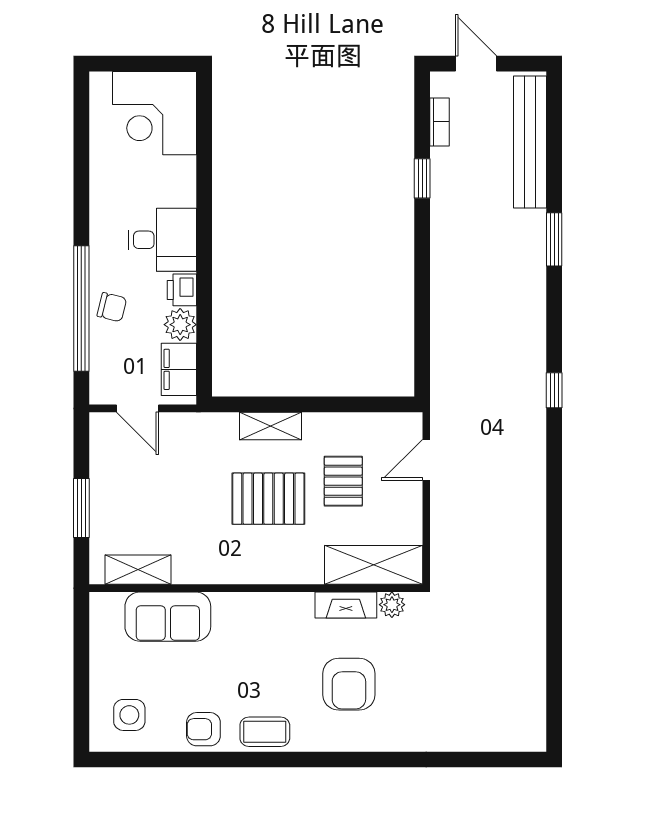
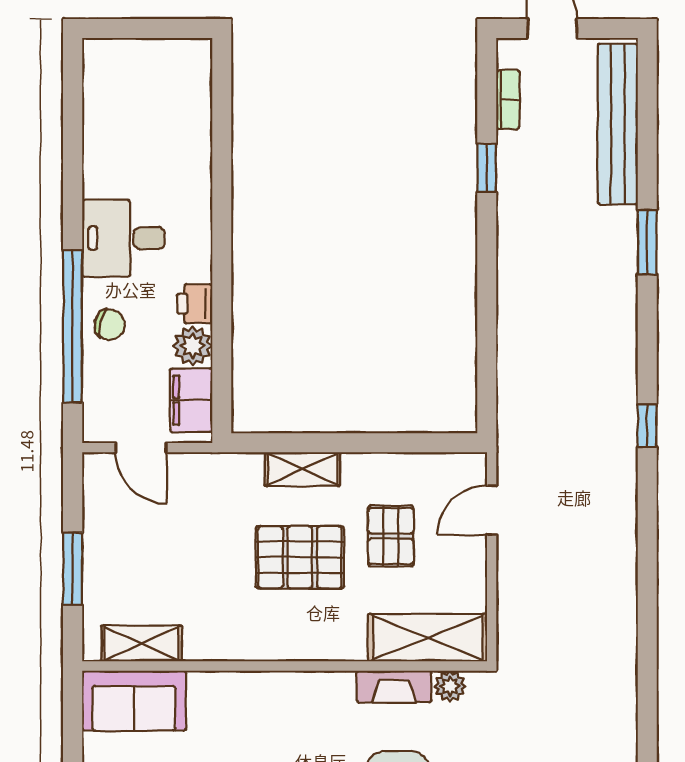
corner desk: (155, 113) -> (162, 89), removed
desk: (162, 240) -> (123, 238), moved, turned 180
sofa: (168, 617) -> (134, 701), moved

